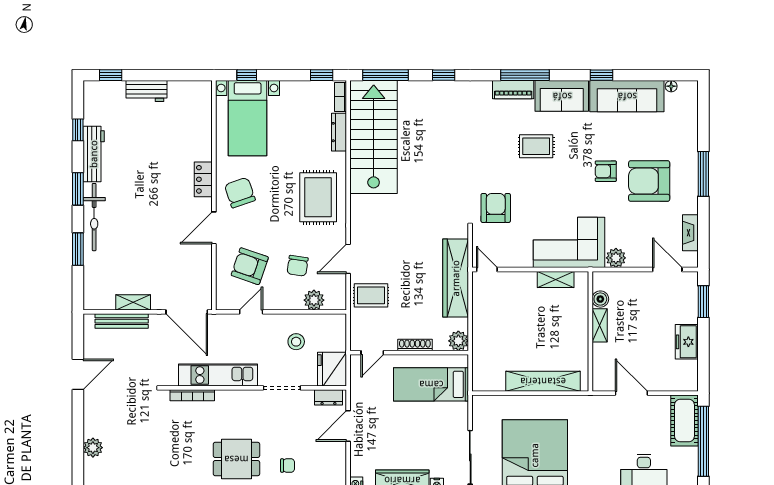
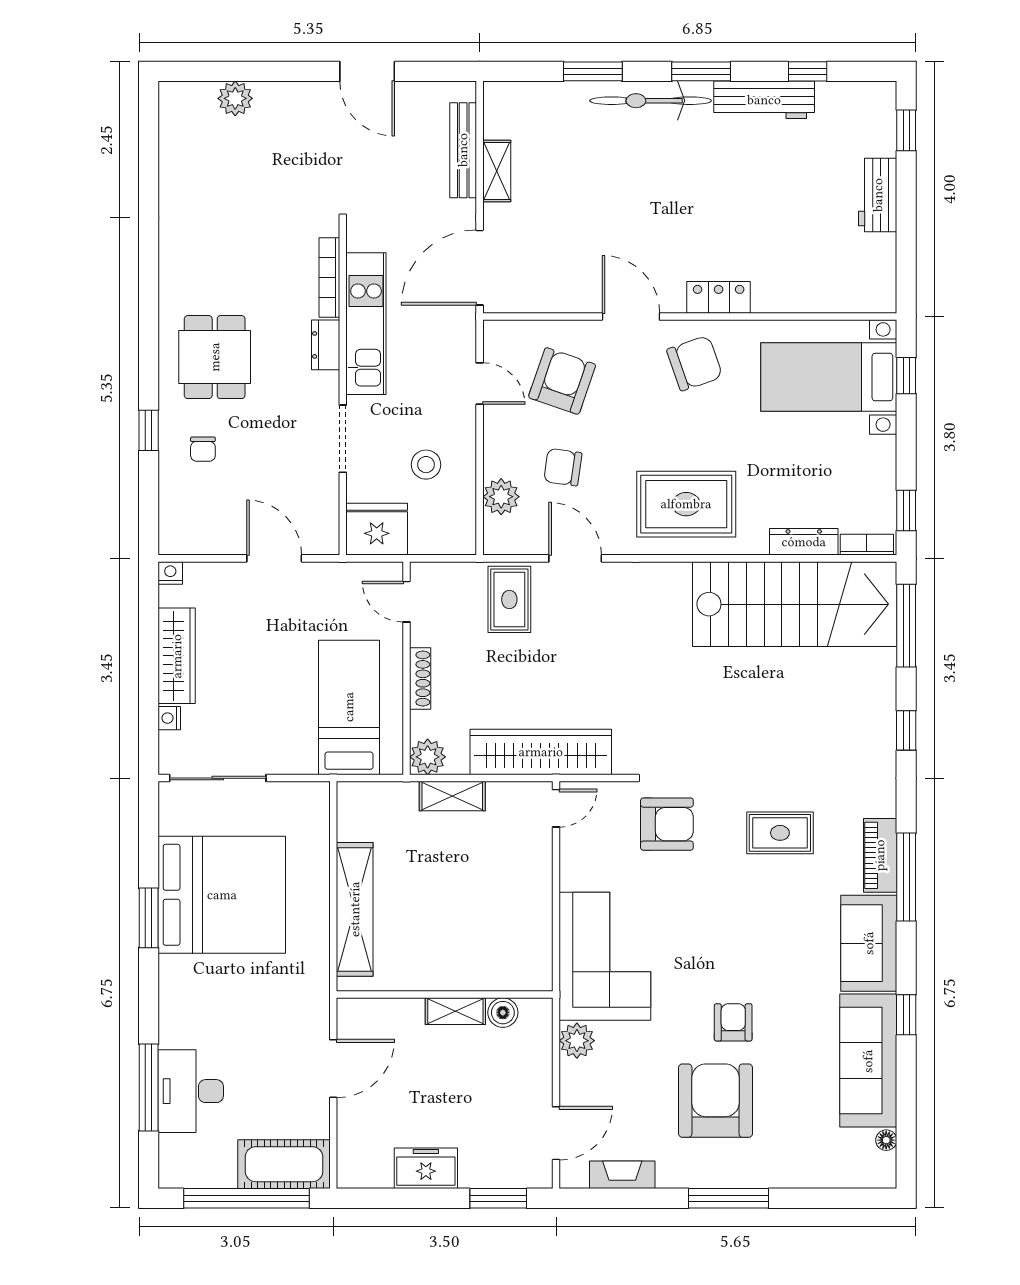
rug: (536, 146) -> (780, 833), moved, turned 90
shelving: (556, 279) -> (452, 796), moved, turned 90
dresser: (328, 397) -> (326, 345), moved

